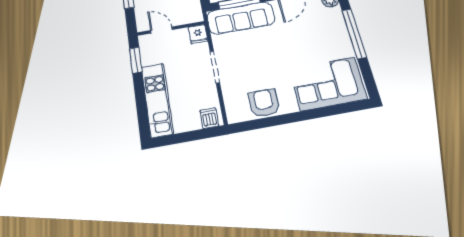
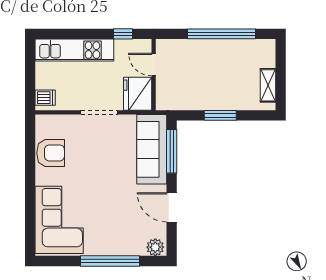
door: (161, 30) -> (154, 65), swing flipped
fridge: (198, 34) -> (138, 94), width x1.88, depth x1.34
window: (136, 60) -> (123, 34), width x0.67

